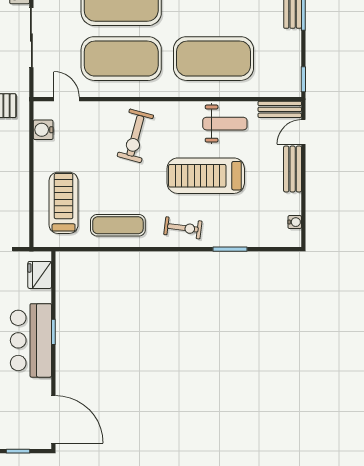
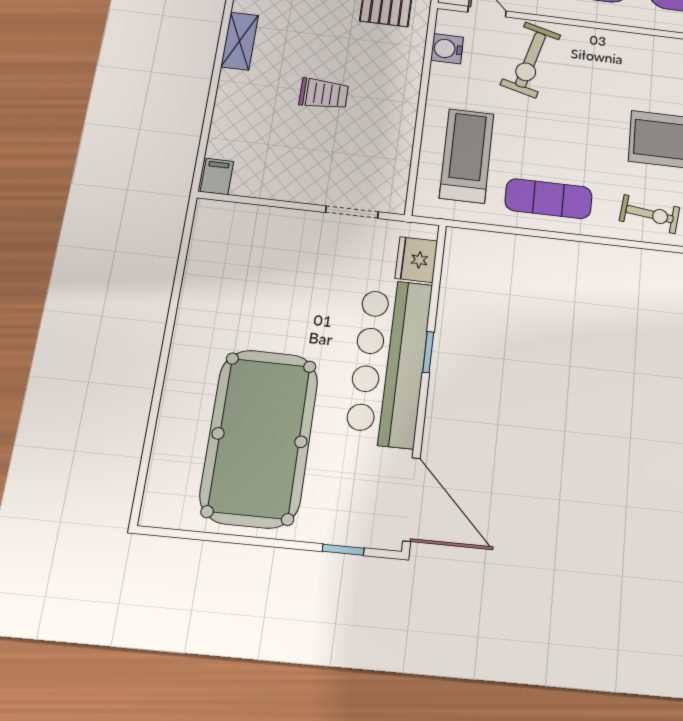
exercise bike: (135, 136) -> (531, 60), moved
bar counter: (31, 340) -> (389, 362), width x1.36

